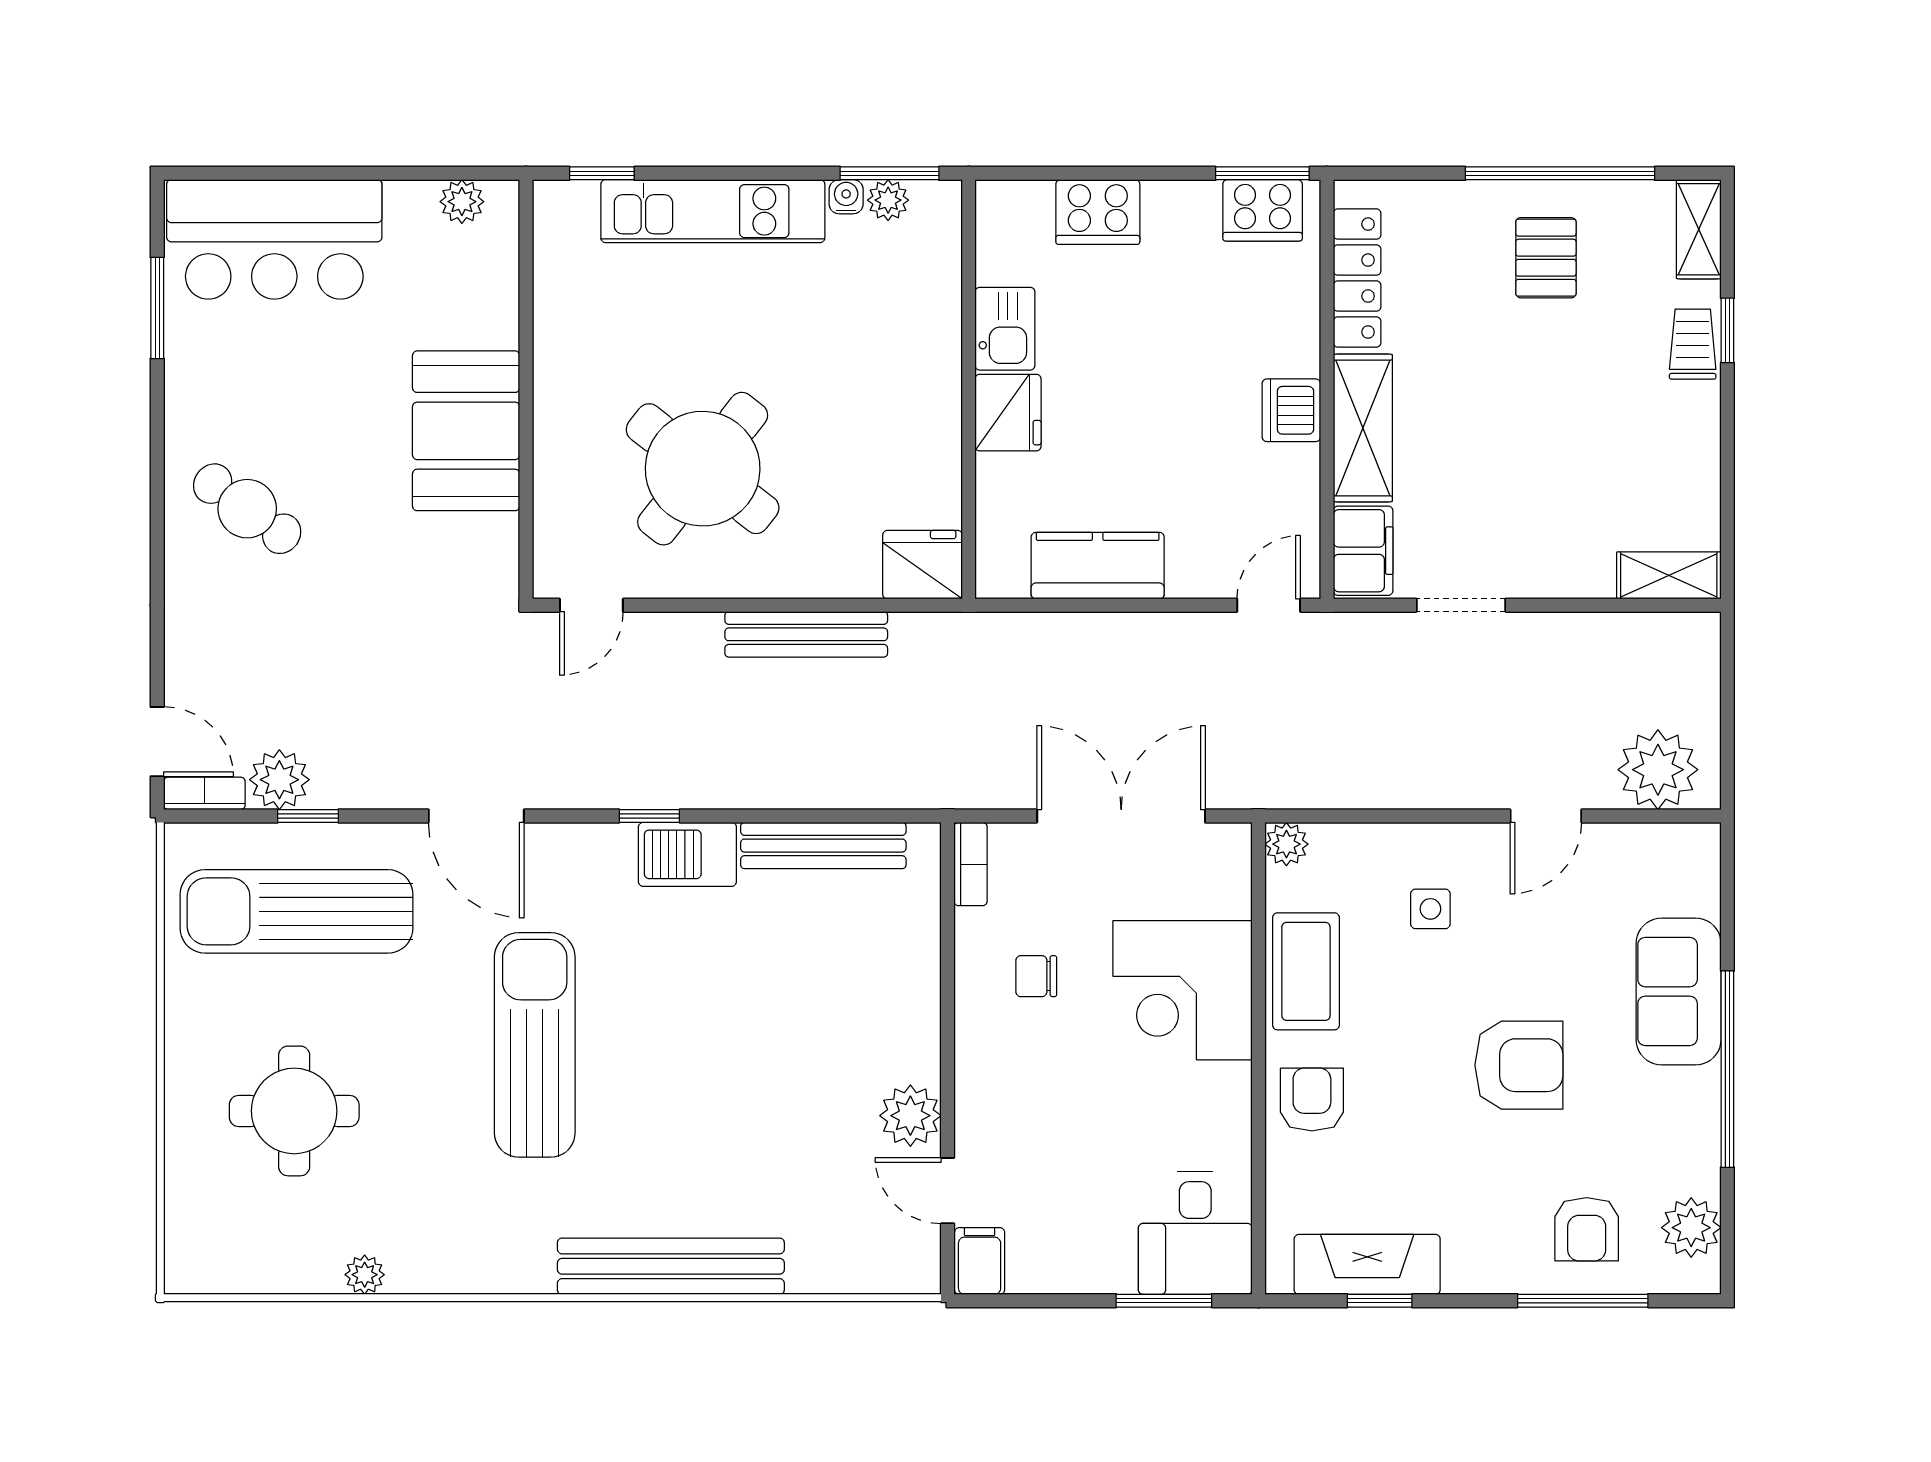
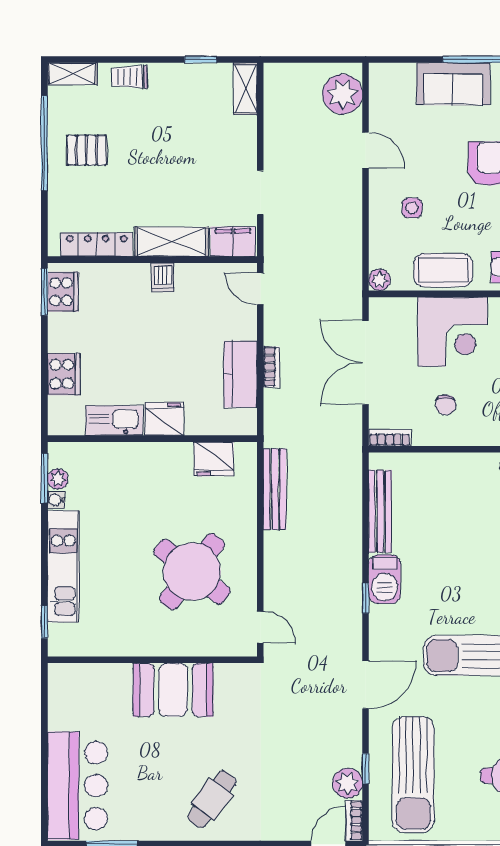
plant: (462, 202) -> (59, 692), removed
kitchen sink: (1005, 329) -> (114, 421), width x1.38
window: (1727, 330) -> (201, 60), moved
dishwasher: (1291, 410) -> (163, 277), width x0.73
fridge: (923, 565) -> (214, 459), moved, turned -90
bookcase: (1112, 628) -> (272, 367), added
bench: (806, 634) -> (275, 489), moved

